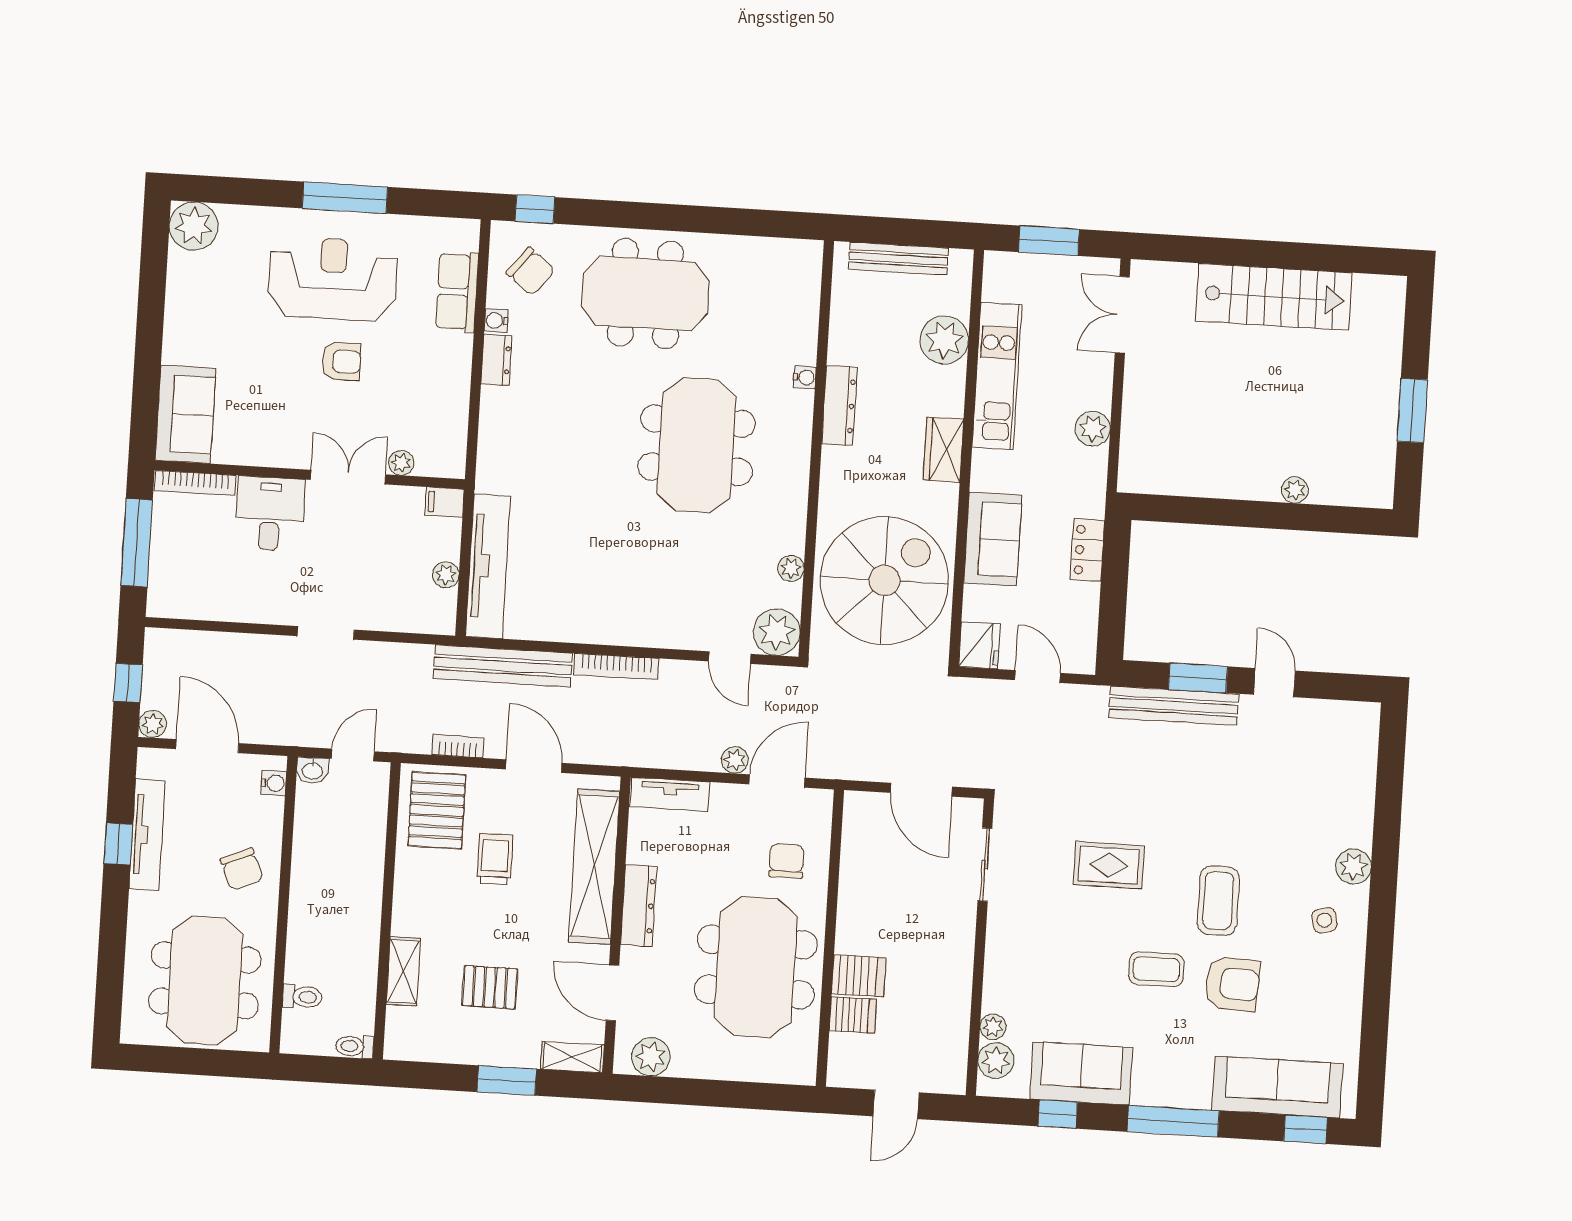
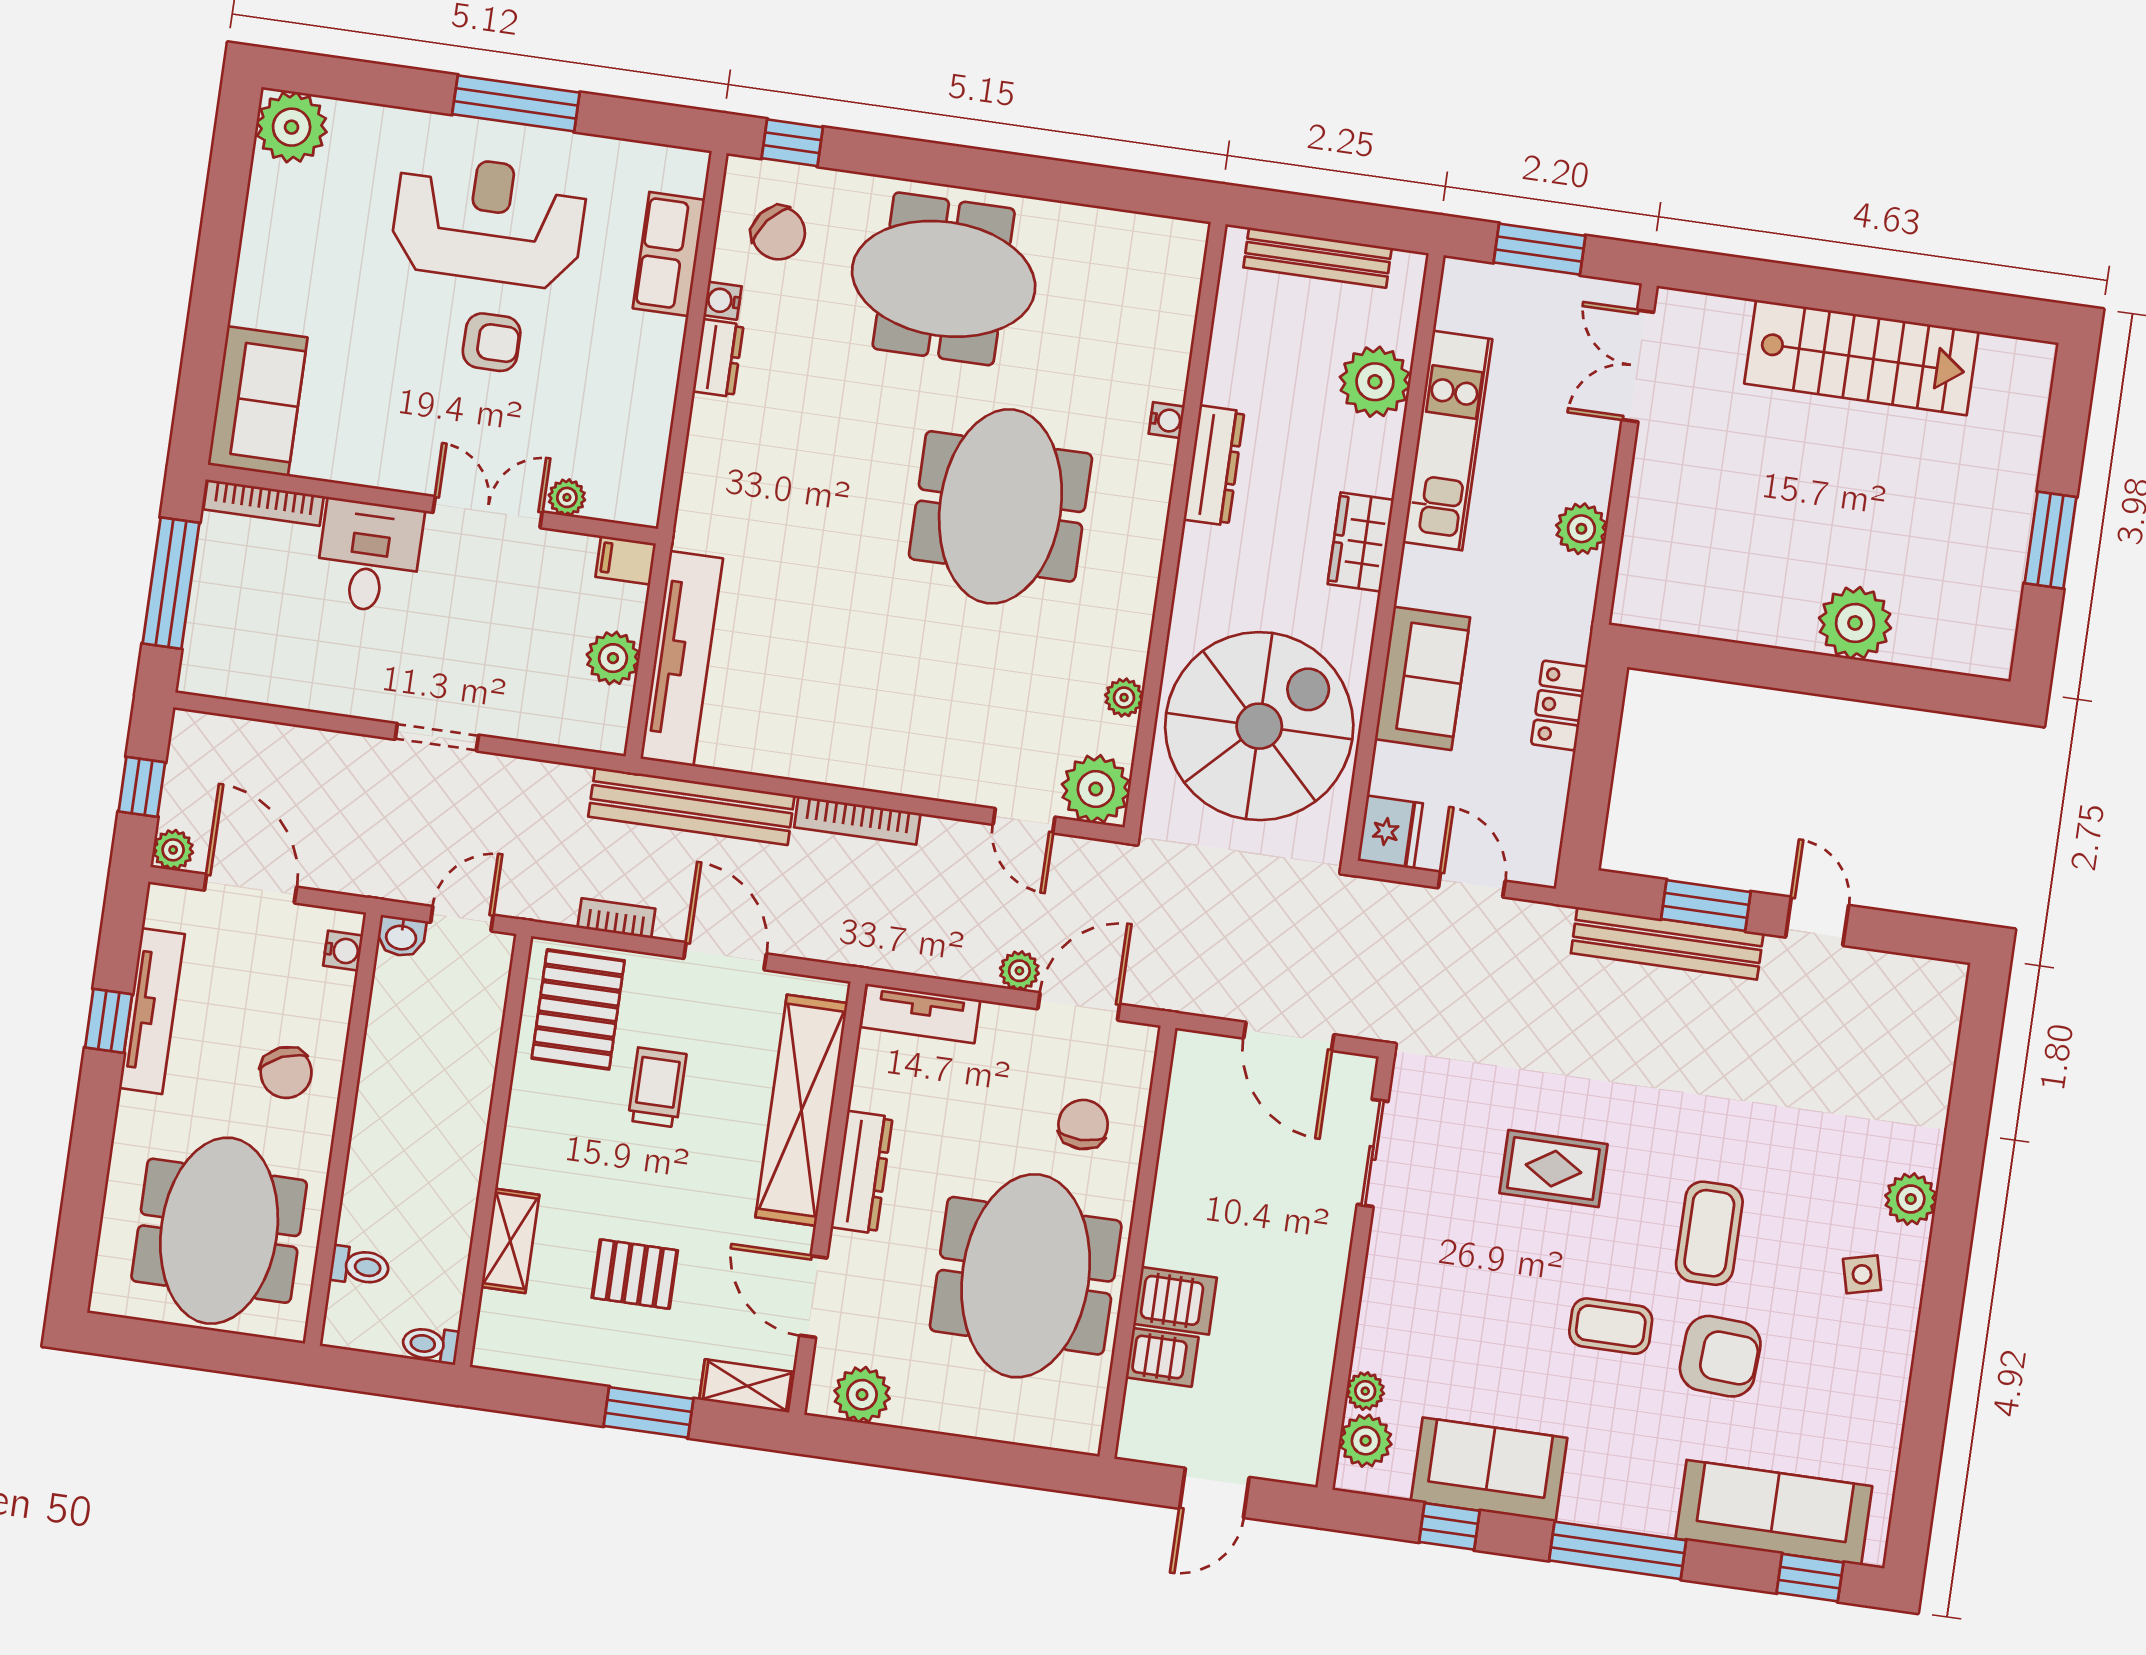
plant: (1295, 490) -> (1855, 623), width x1.87, depth x1.87
plant: (446, 575) -> (613, 658), width x1.38, depth x1.38

